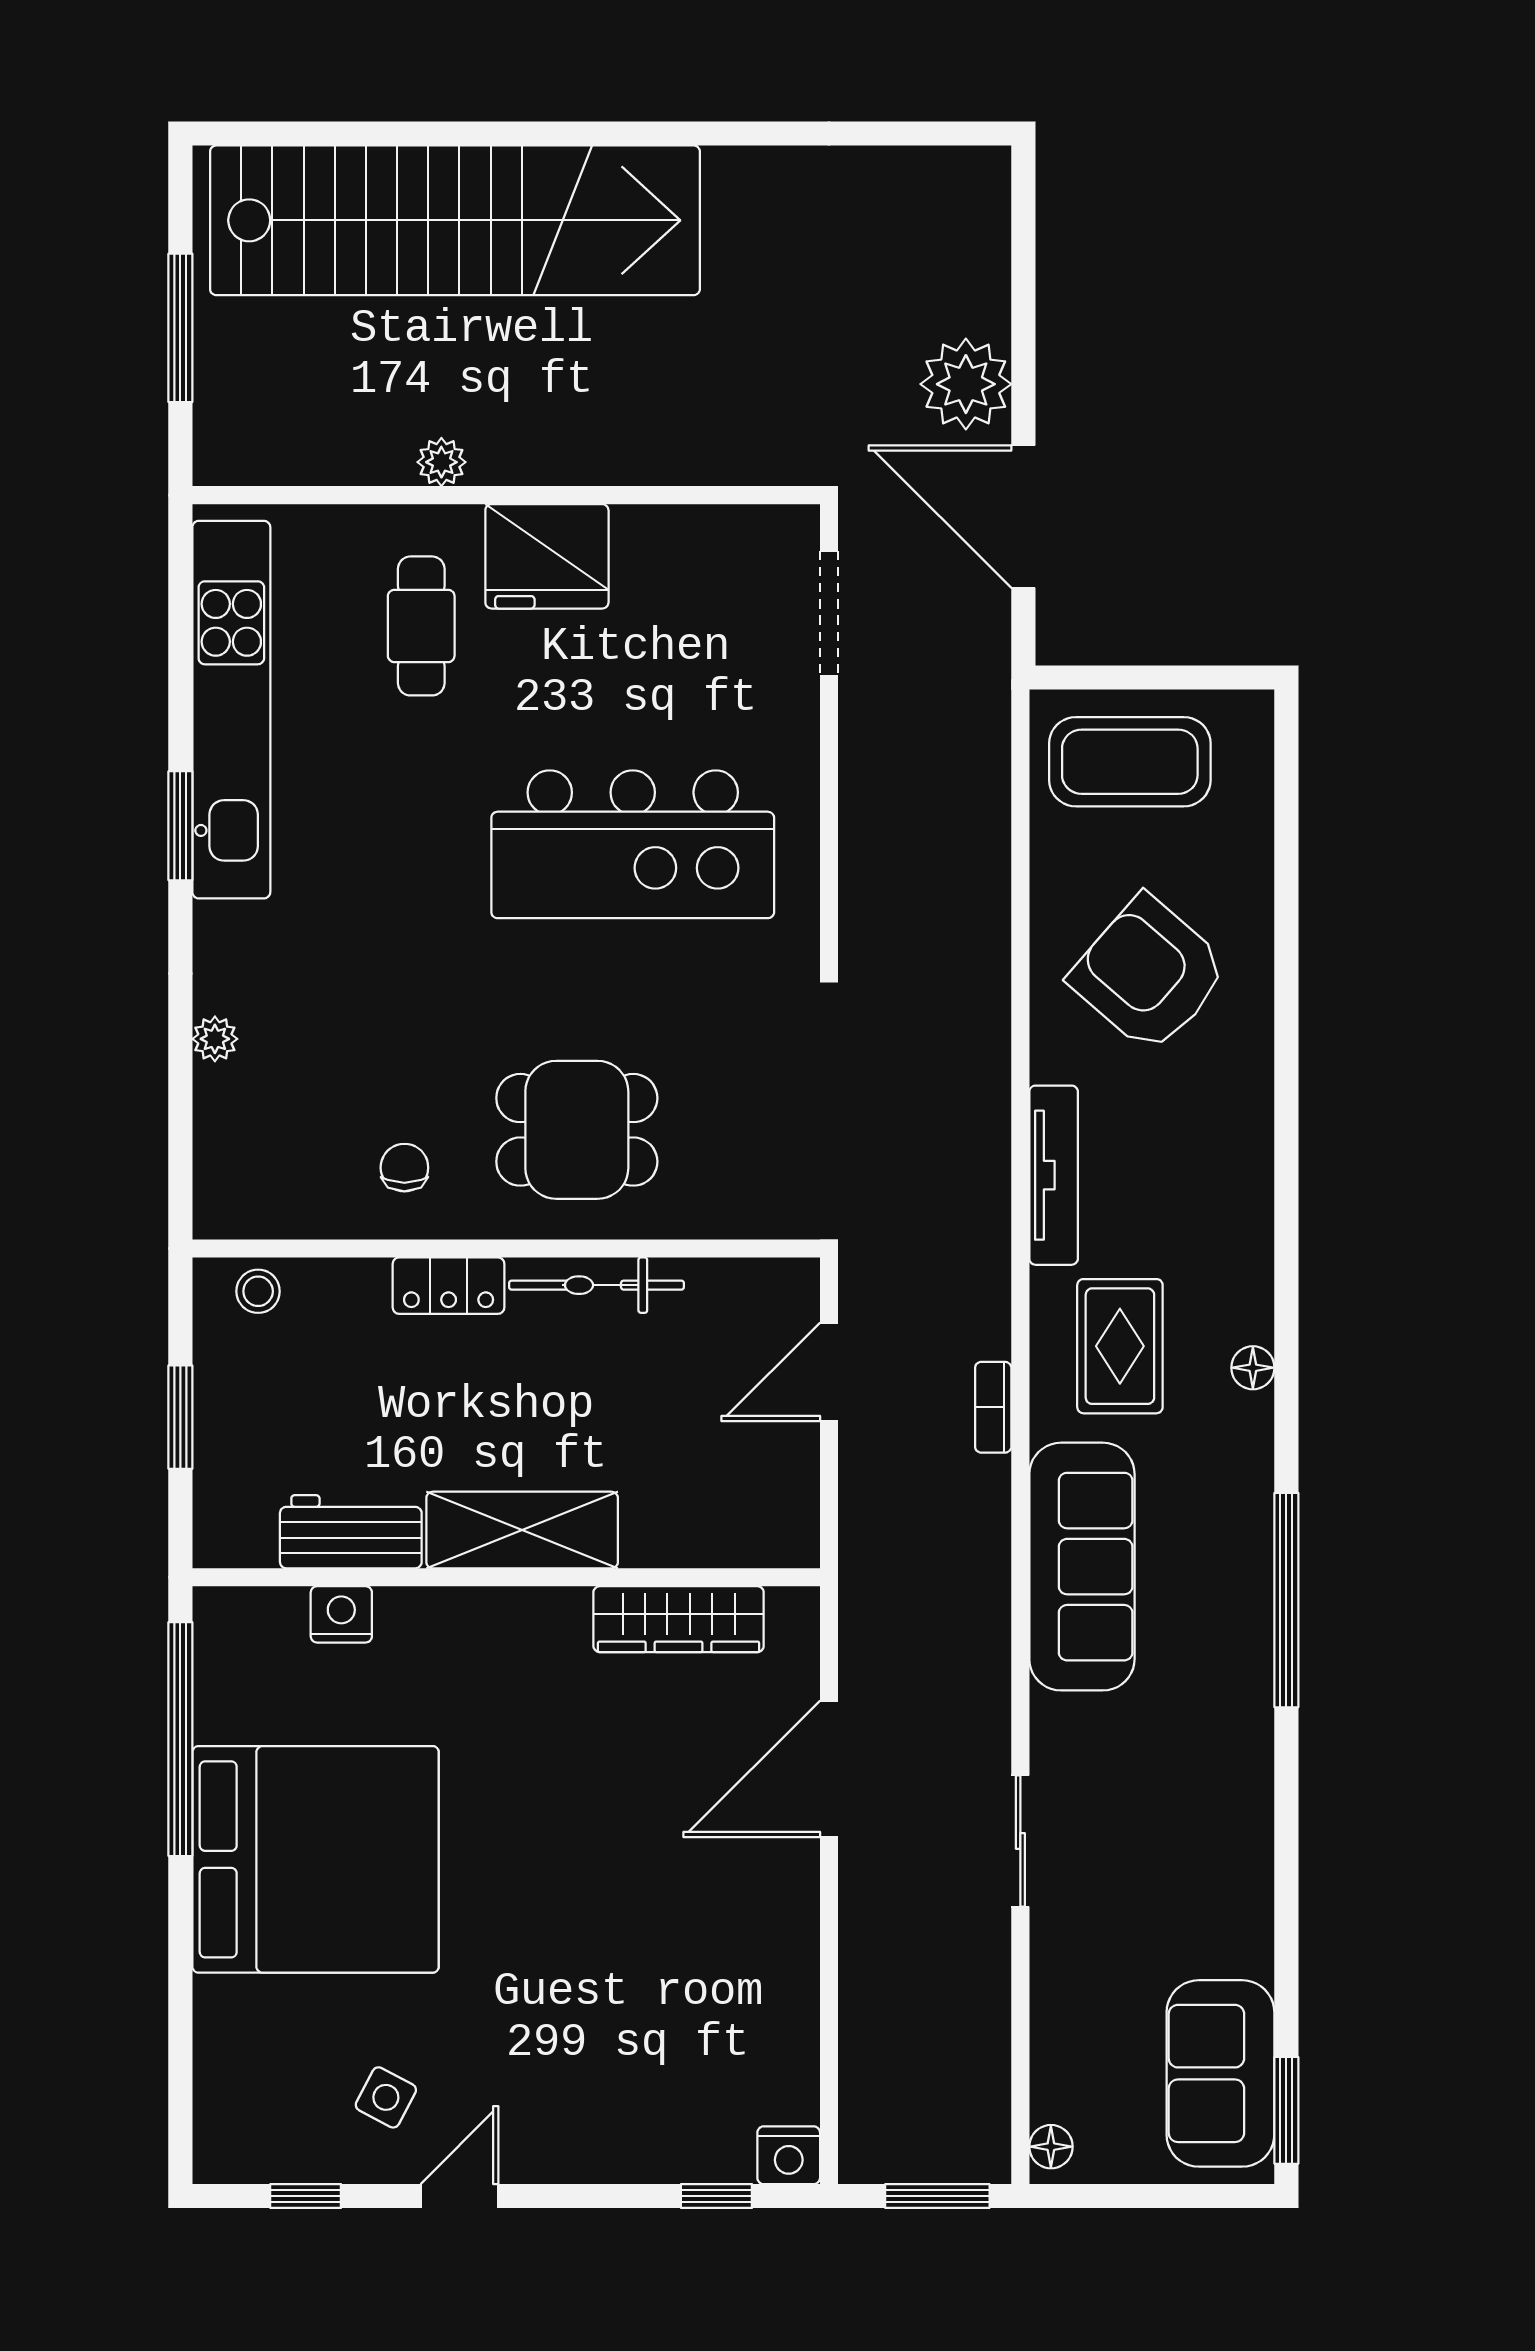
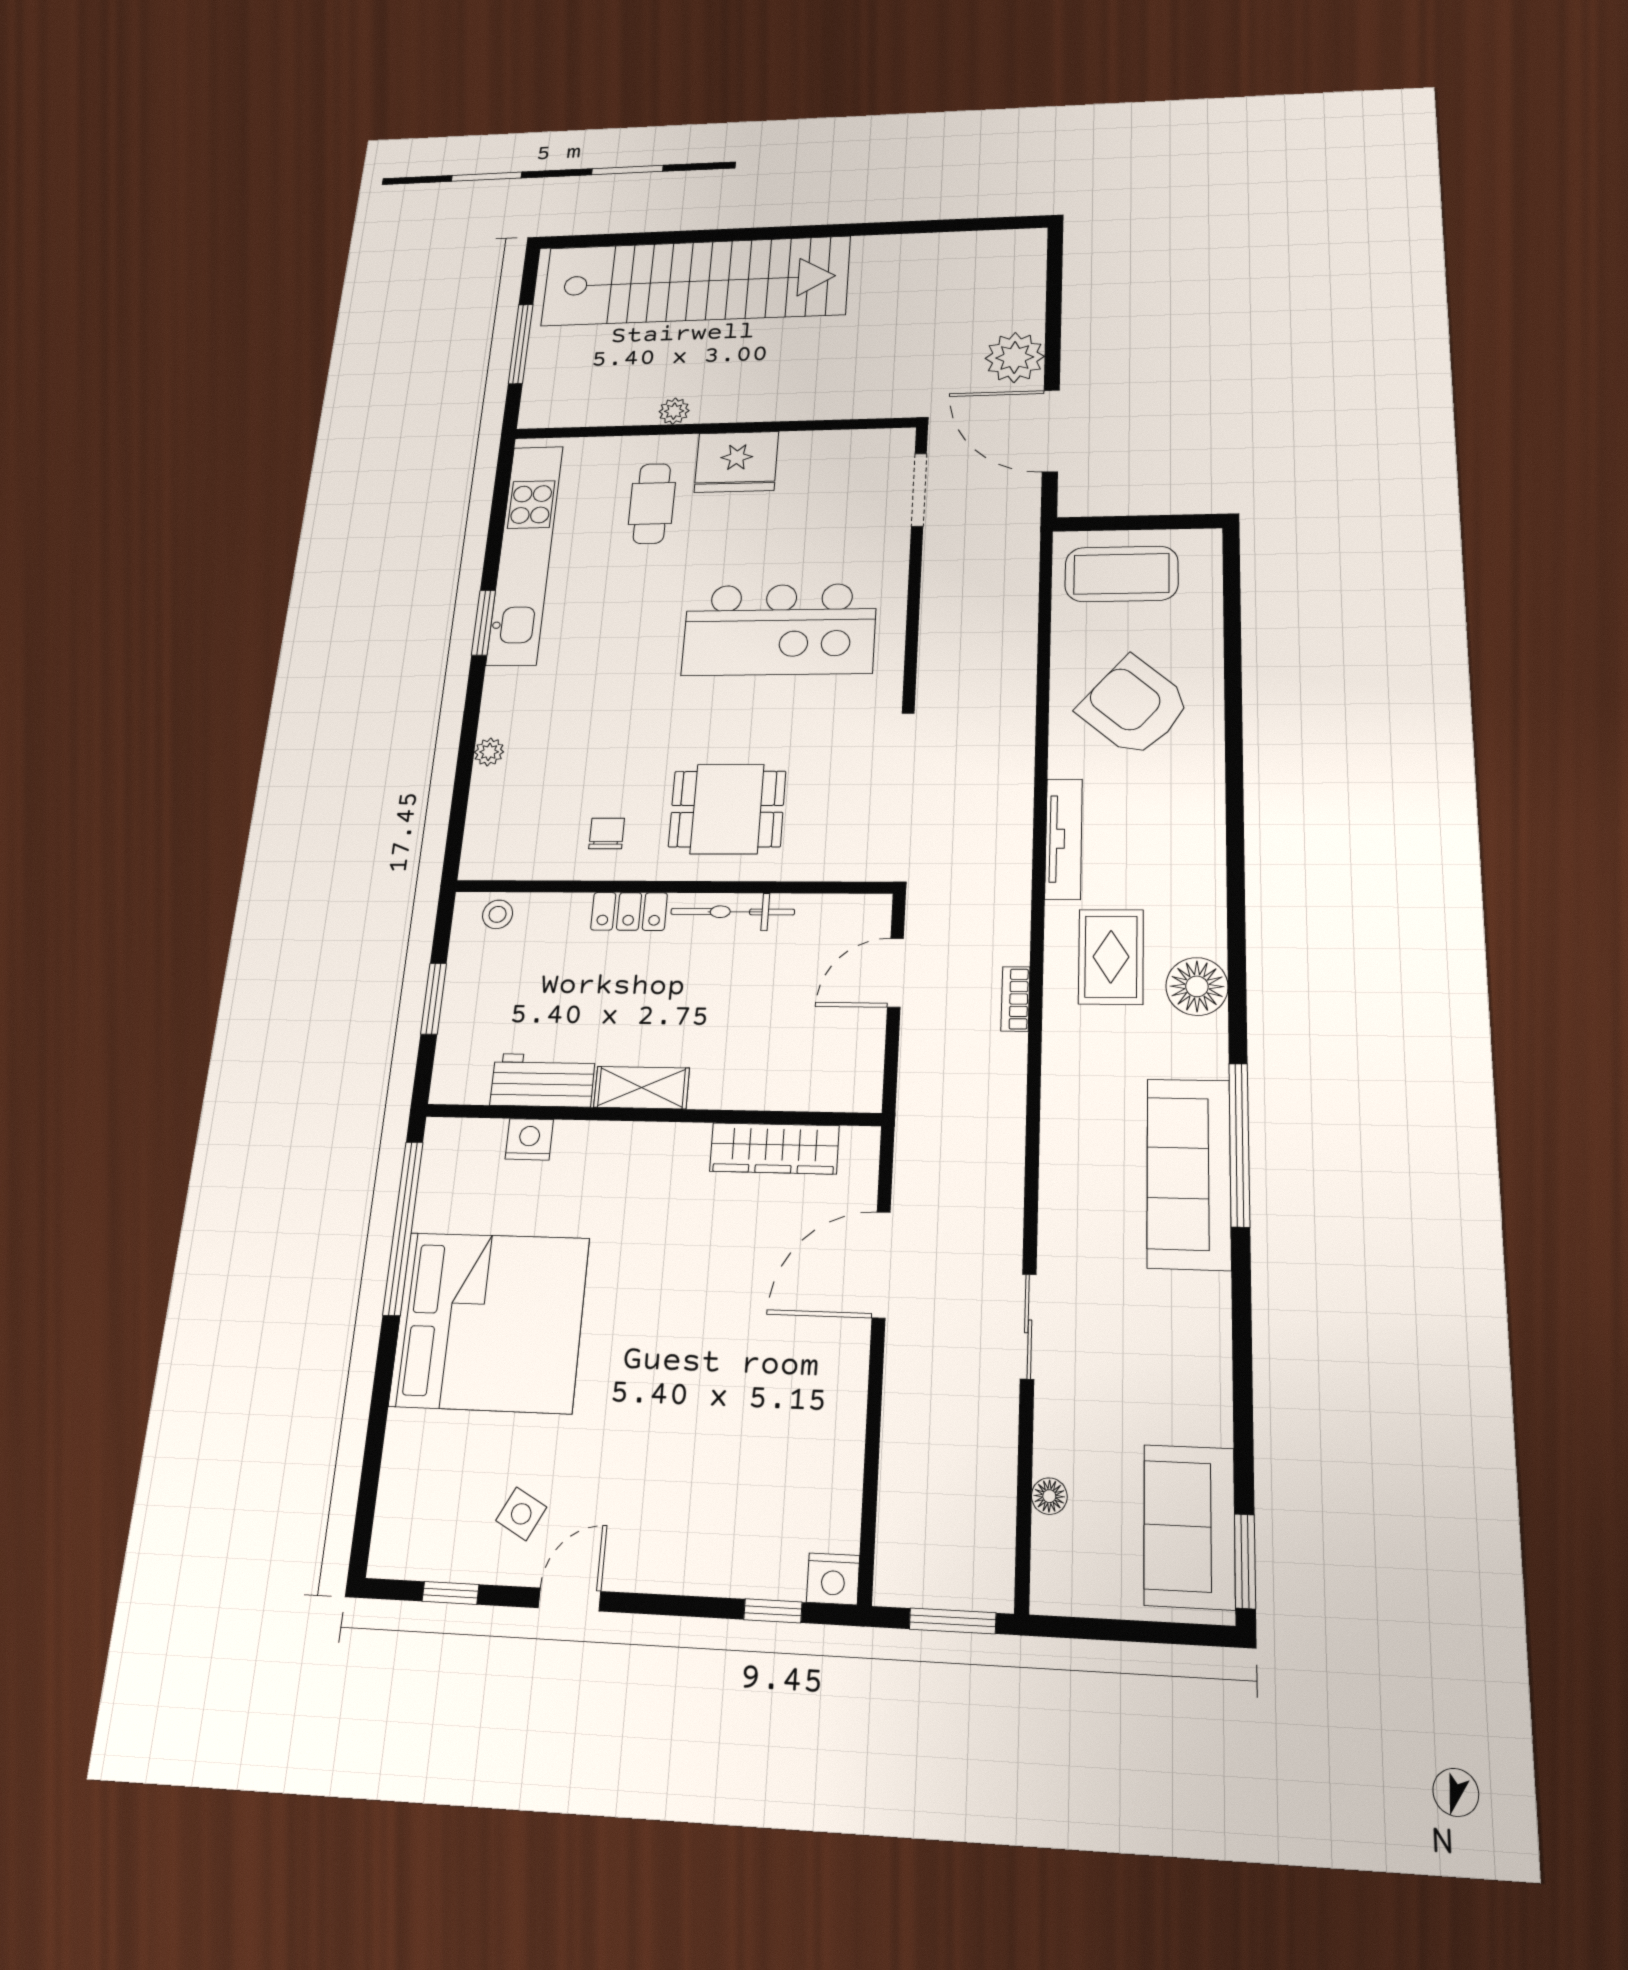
floor lamp: (1253, 1368) -> (1197, 986), width x1.89, depth x1.89
shelving: (522, 1530) -> (642, 1088), width x0.67, depth x0.75
sofa: (1082, 1567) -> (1189, 1173), moved, turned 180
floor lamp: (1051, 2147) -> (1049, 1496), moved

